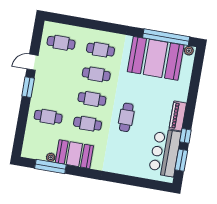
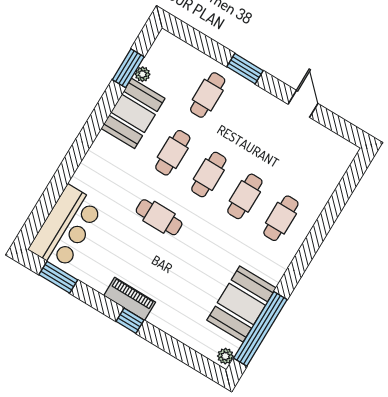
cafe table: (61, 43) -> (316, 161), removed
booth: (156, 58) -> (241, 304), width x0.73, depth x0.70
window: (28, 87) -> (245, 69), moved
window: (185, 136) -> (130, 321), moved
bar counter: (165, 152) -> (66, 228), moved, turned 90
window: (50, 167) -> (128, 68), width x0.69

